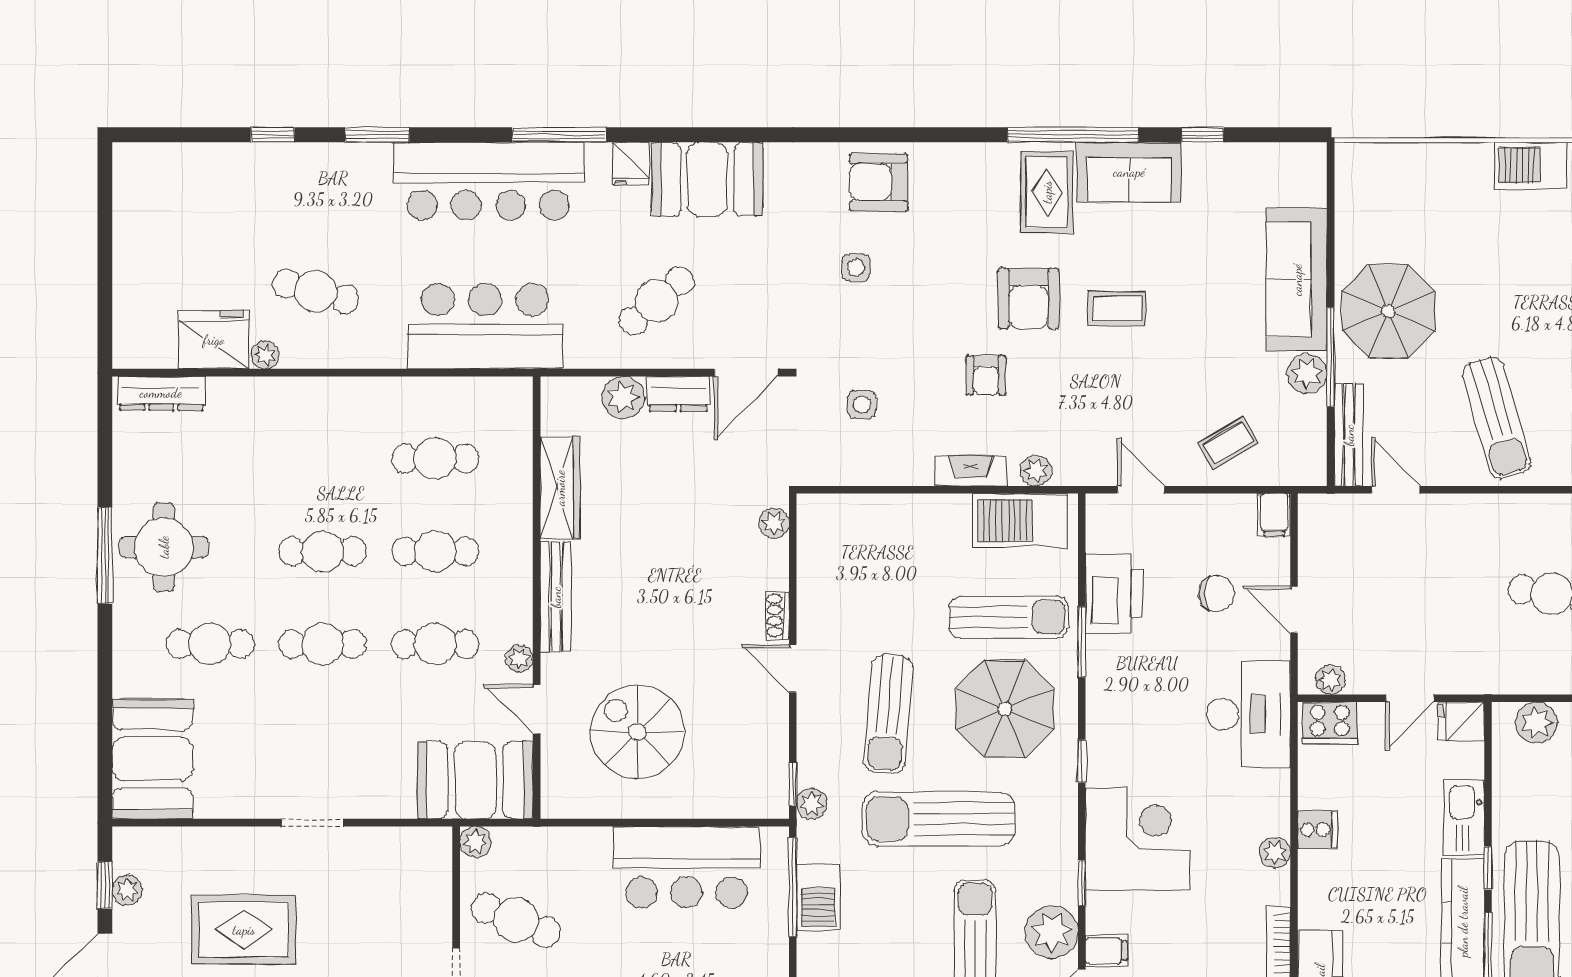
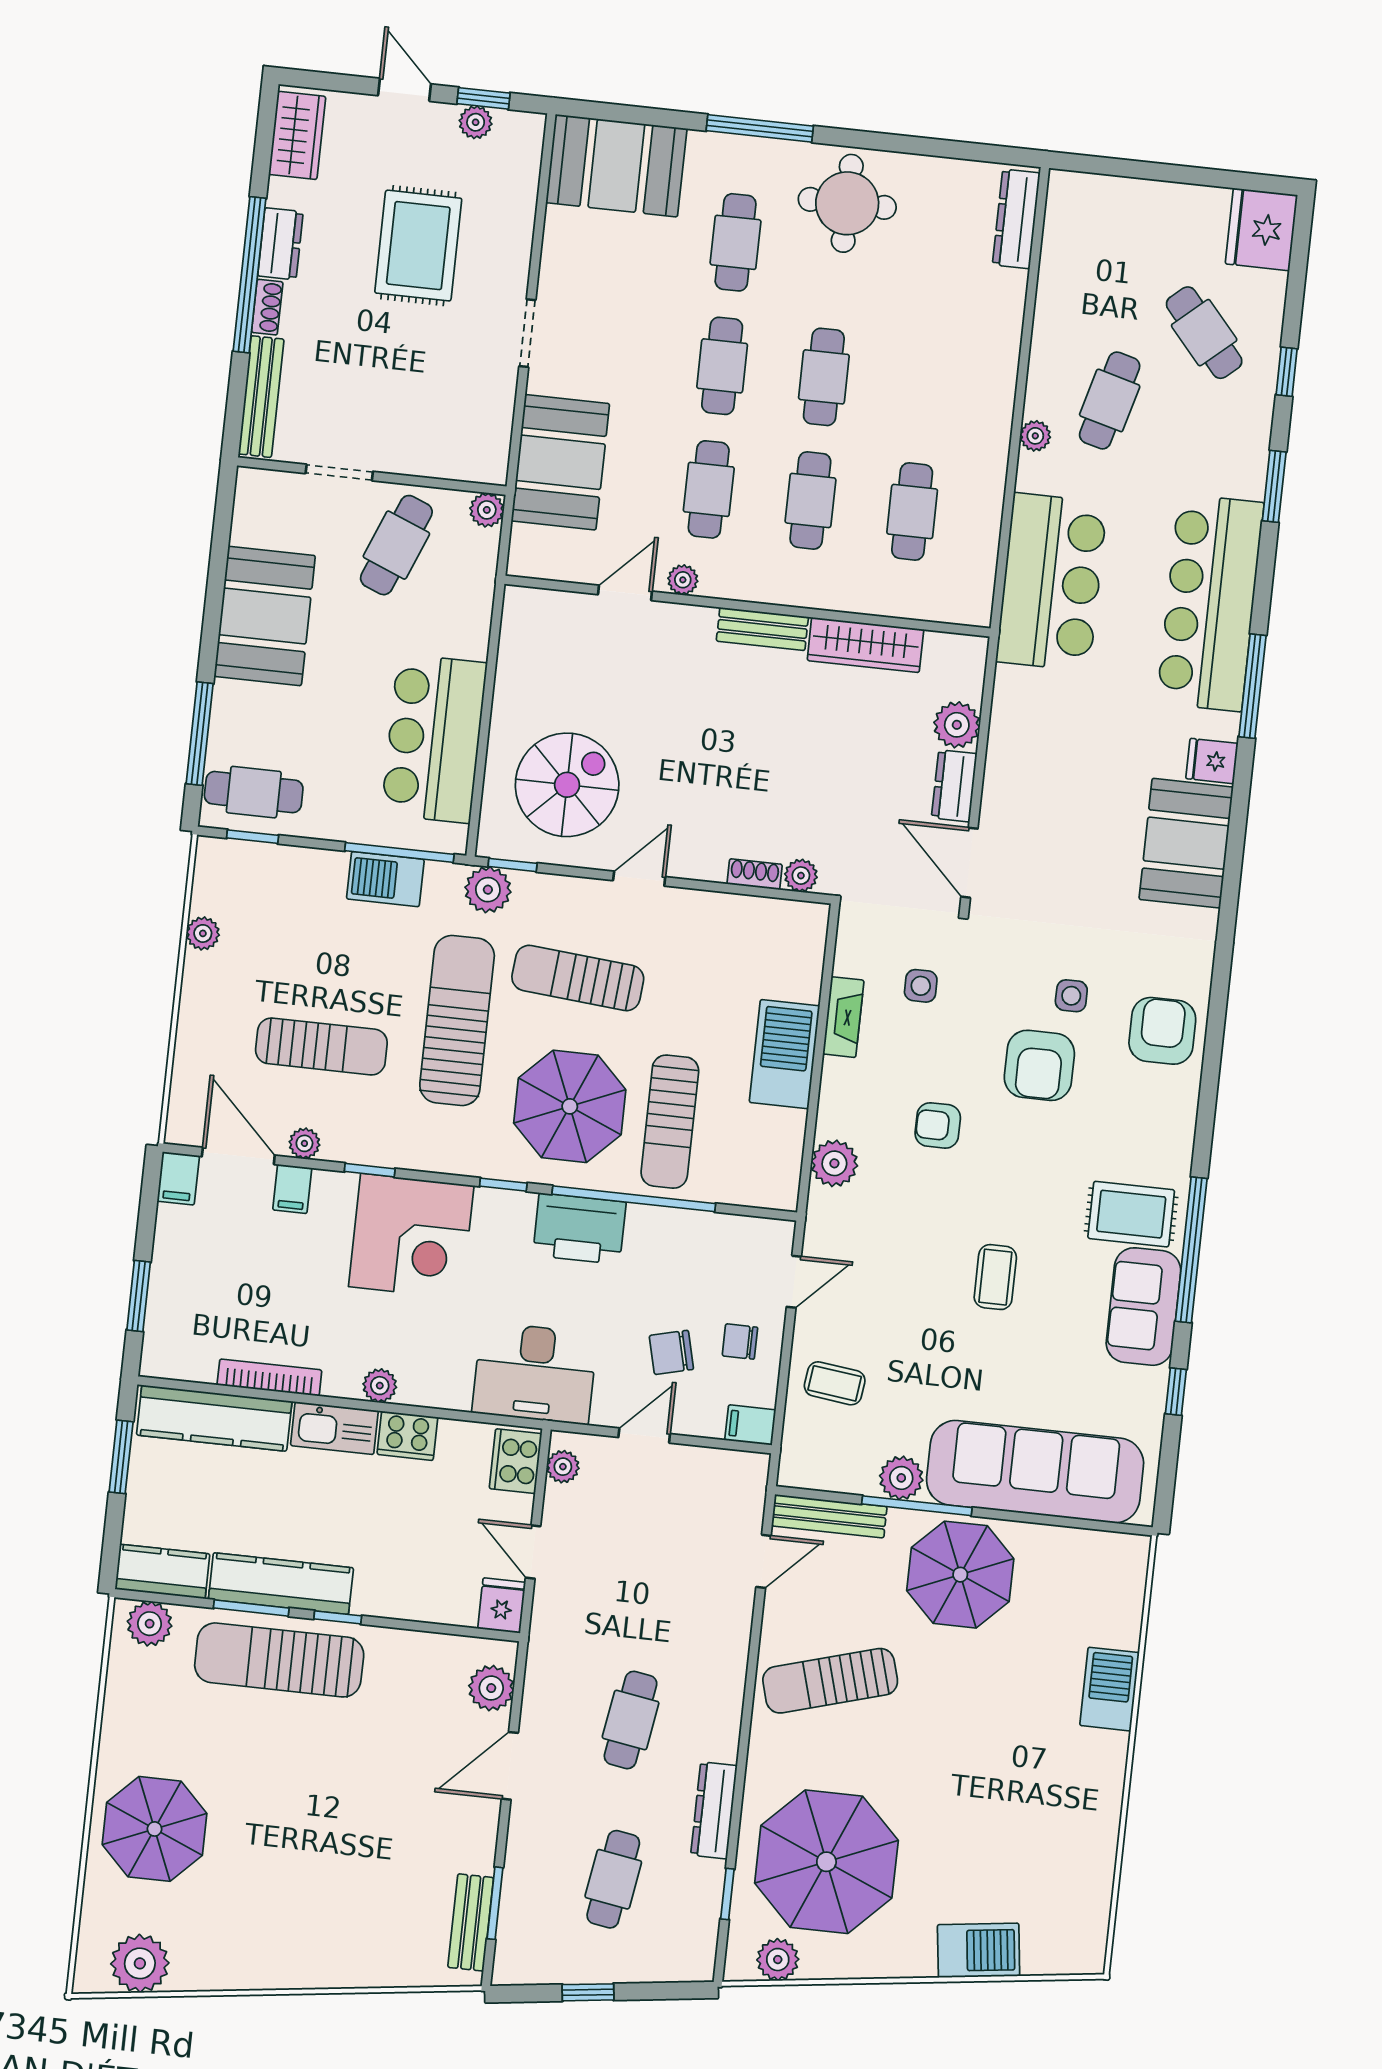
barbecue: (1530, 165) -> (1109, 1689), moved
sofa: (1297, 280) -> (1035, 1472), width x1.36, depth x1.27
armchair: (1029, 299) -> (1039, 1065), moved, turned -90
cafe table: (657, 301) -> (1204, 333), moved
fridge: (214, 340) -> (1261, 229), moved, turned 180
plant: (265, 355) -> (1035, 436), moved
coffee table: (1228, 443) -> (835, 1383), turned -53
fireplace: (971, 471) -> (843, 1017), moved
plant: (1036, 471) -> (834, 1163), width x1.38, depth x1.38
barbecue: (1019, 520) -> (784, 1054), moved
chair: (1200, 532) -> (740, 1342), added
window: (105, 555) -> (760, 128), moved
printer: (1114, 593) -> (579, 1229), moved
chair: (1216, 593) -> (671, 1352), turned 76
bench: (556, 597) -> (762, 629), width x0.73
shoe rack: (777, 615) -> (755, 874), moved
window: (1082, 642) -> (634, 1199), width x2.11
spiral stairs: (637, 732) -> (567, 785), moved
booth: (475, 780) -> (560, 462), moved
plant: (812, 804) -> (488, 890), width x1.38, depth x1.38
kitchen sink: (1464, 818) -> (334, 1428), moved, turned 180
cooker: (1317, 830) -> (407, 1436), width x1.36
plant: (1052, 932) -> (304, 1143), width x0.53, depth x0.53

